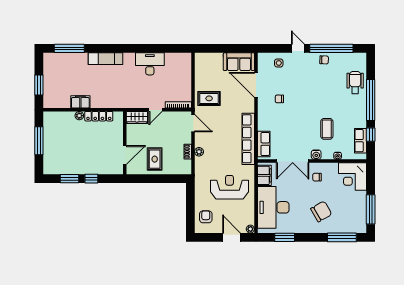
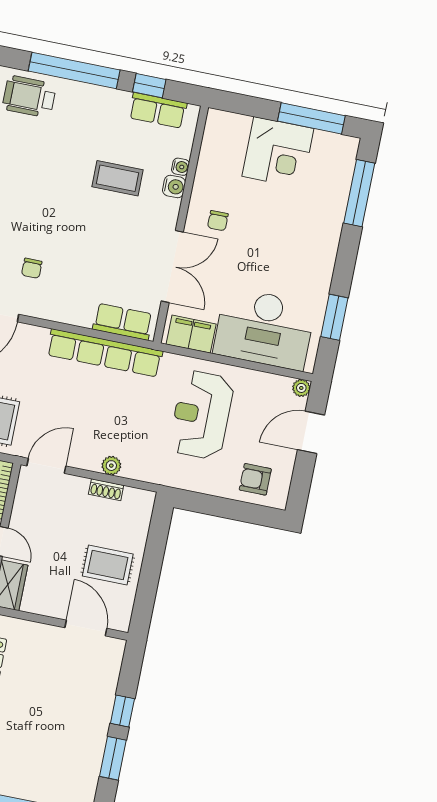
water cooler: (316, 155) -> (174, 187), moved
corner desk: (353, 176) -> (278, 152), moved
chair: (321, 211) -> (294, 227), removed

